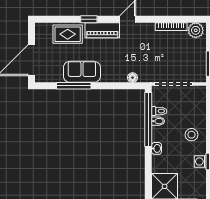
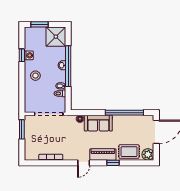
plant: (196, 30) -> (148, 154), moved
sofa: (82, 72) -> (98, 123), moved
window: (74, 86) -> (124, 113), width x1.46
window: (148, 120) -> (68, 66), moved

